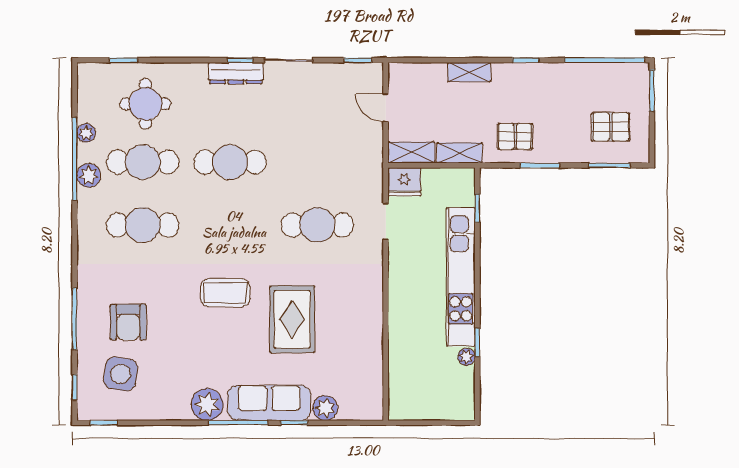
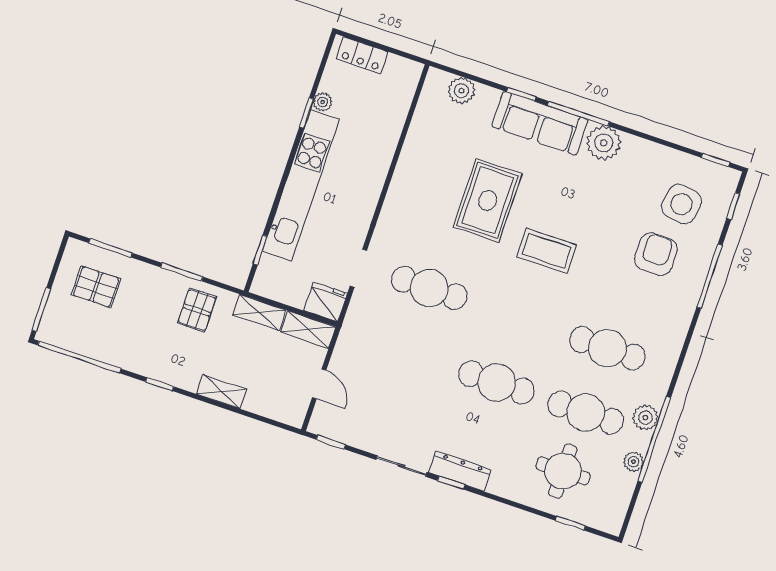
pallet: (515, 136) -> (197, 310), turned 90
plant: (325, 408) -> (461, 91), moved
locker: (446, 410) -> (362, 55), added

